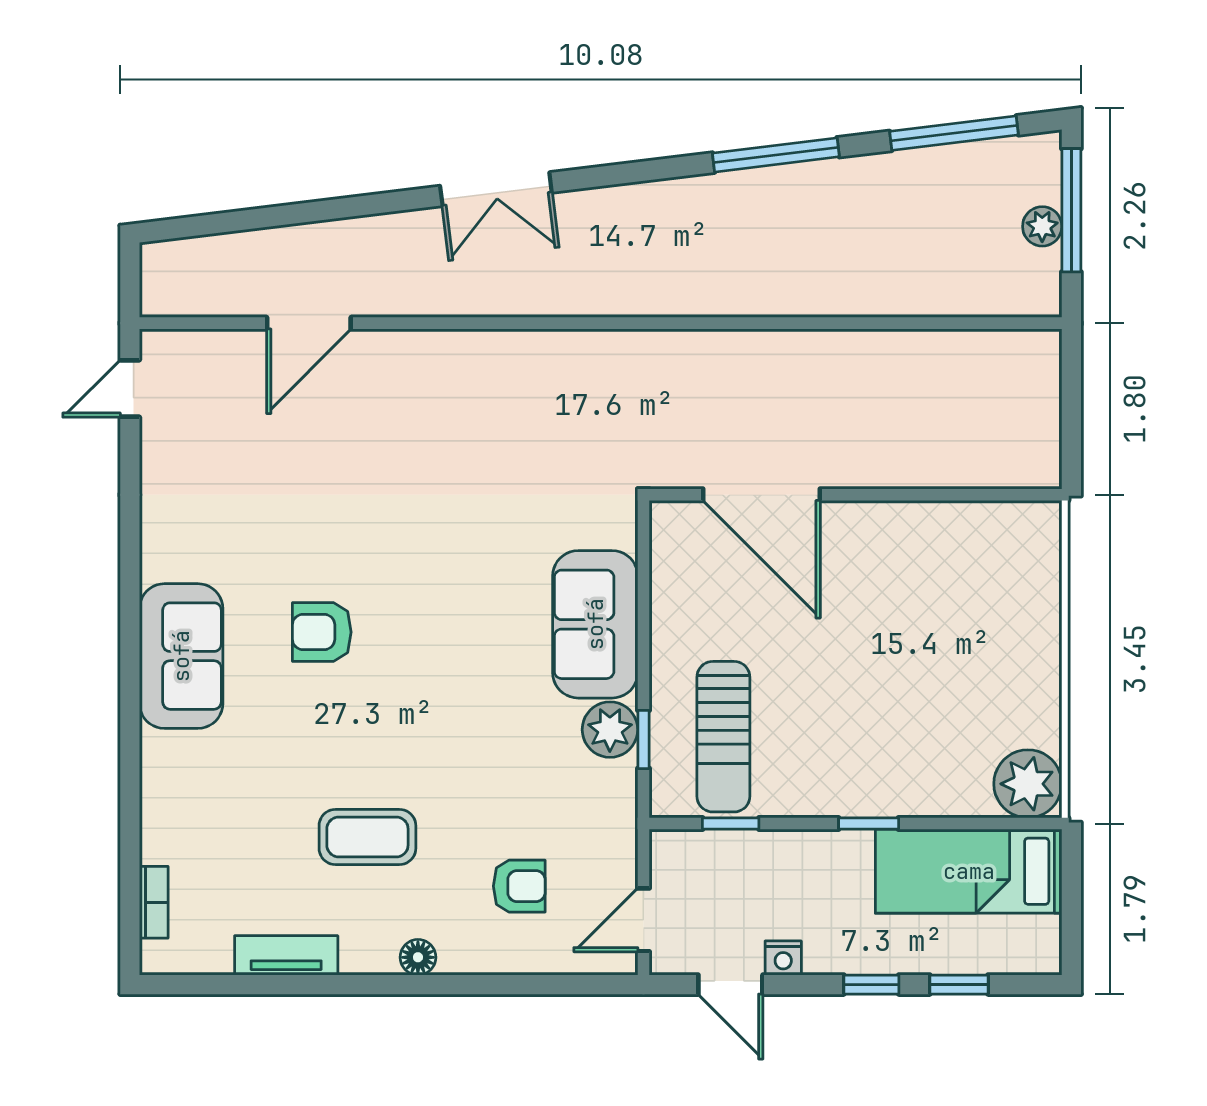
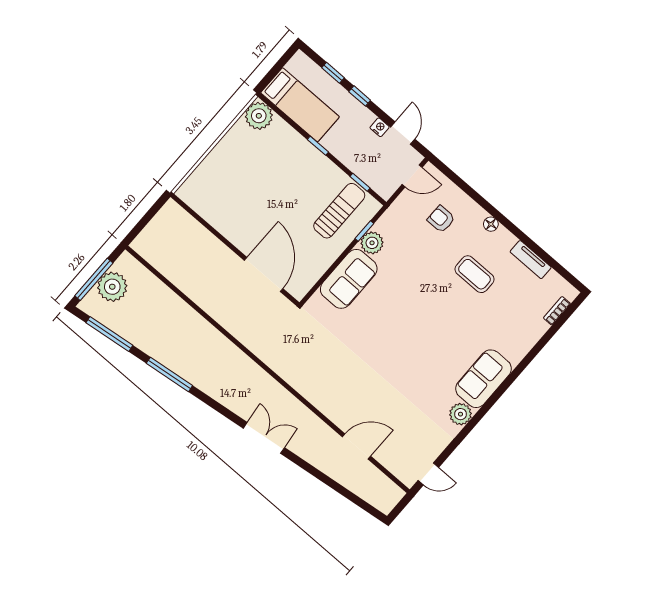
plant: (1042, 226) -> (112, 287), width x1.87, depth x1.87
plant: (167, 552) -> (461, 414), added
armchair: (322, 632) -> (434, 349), removed

